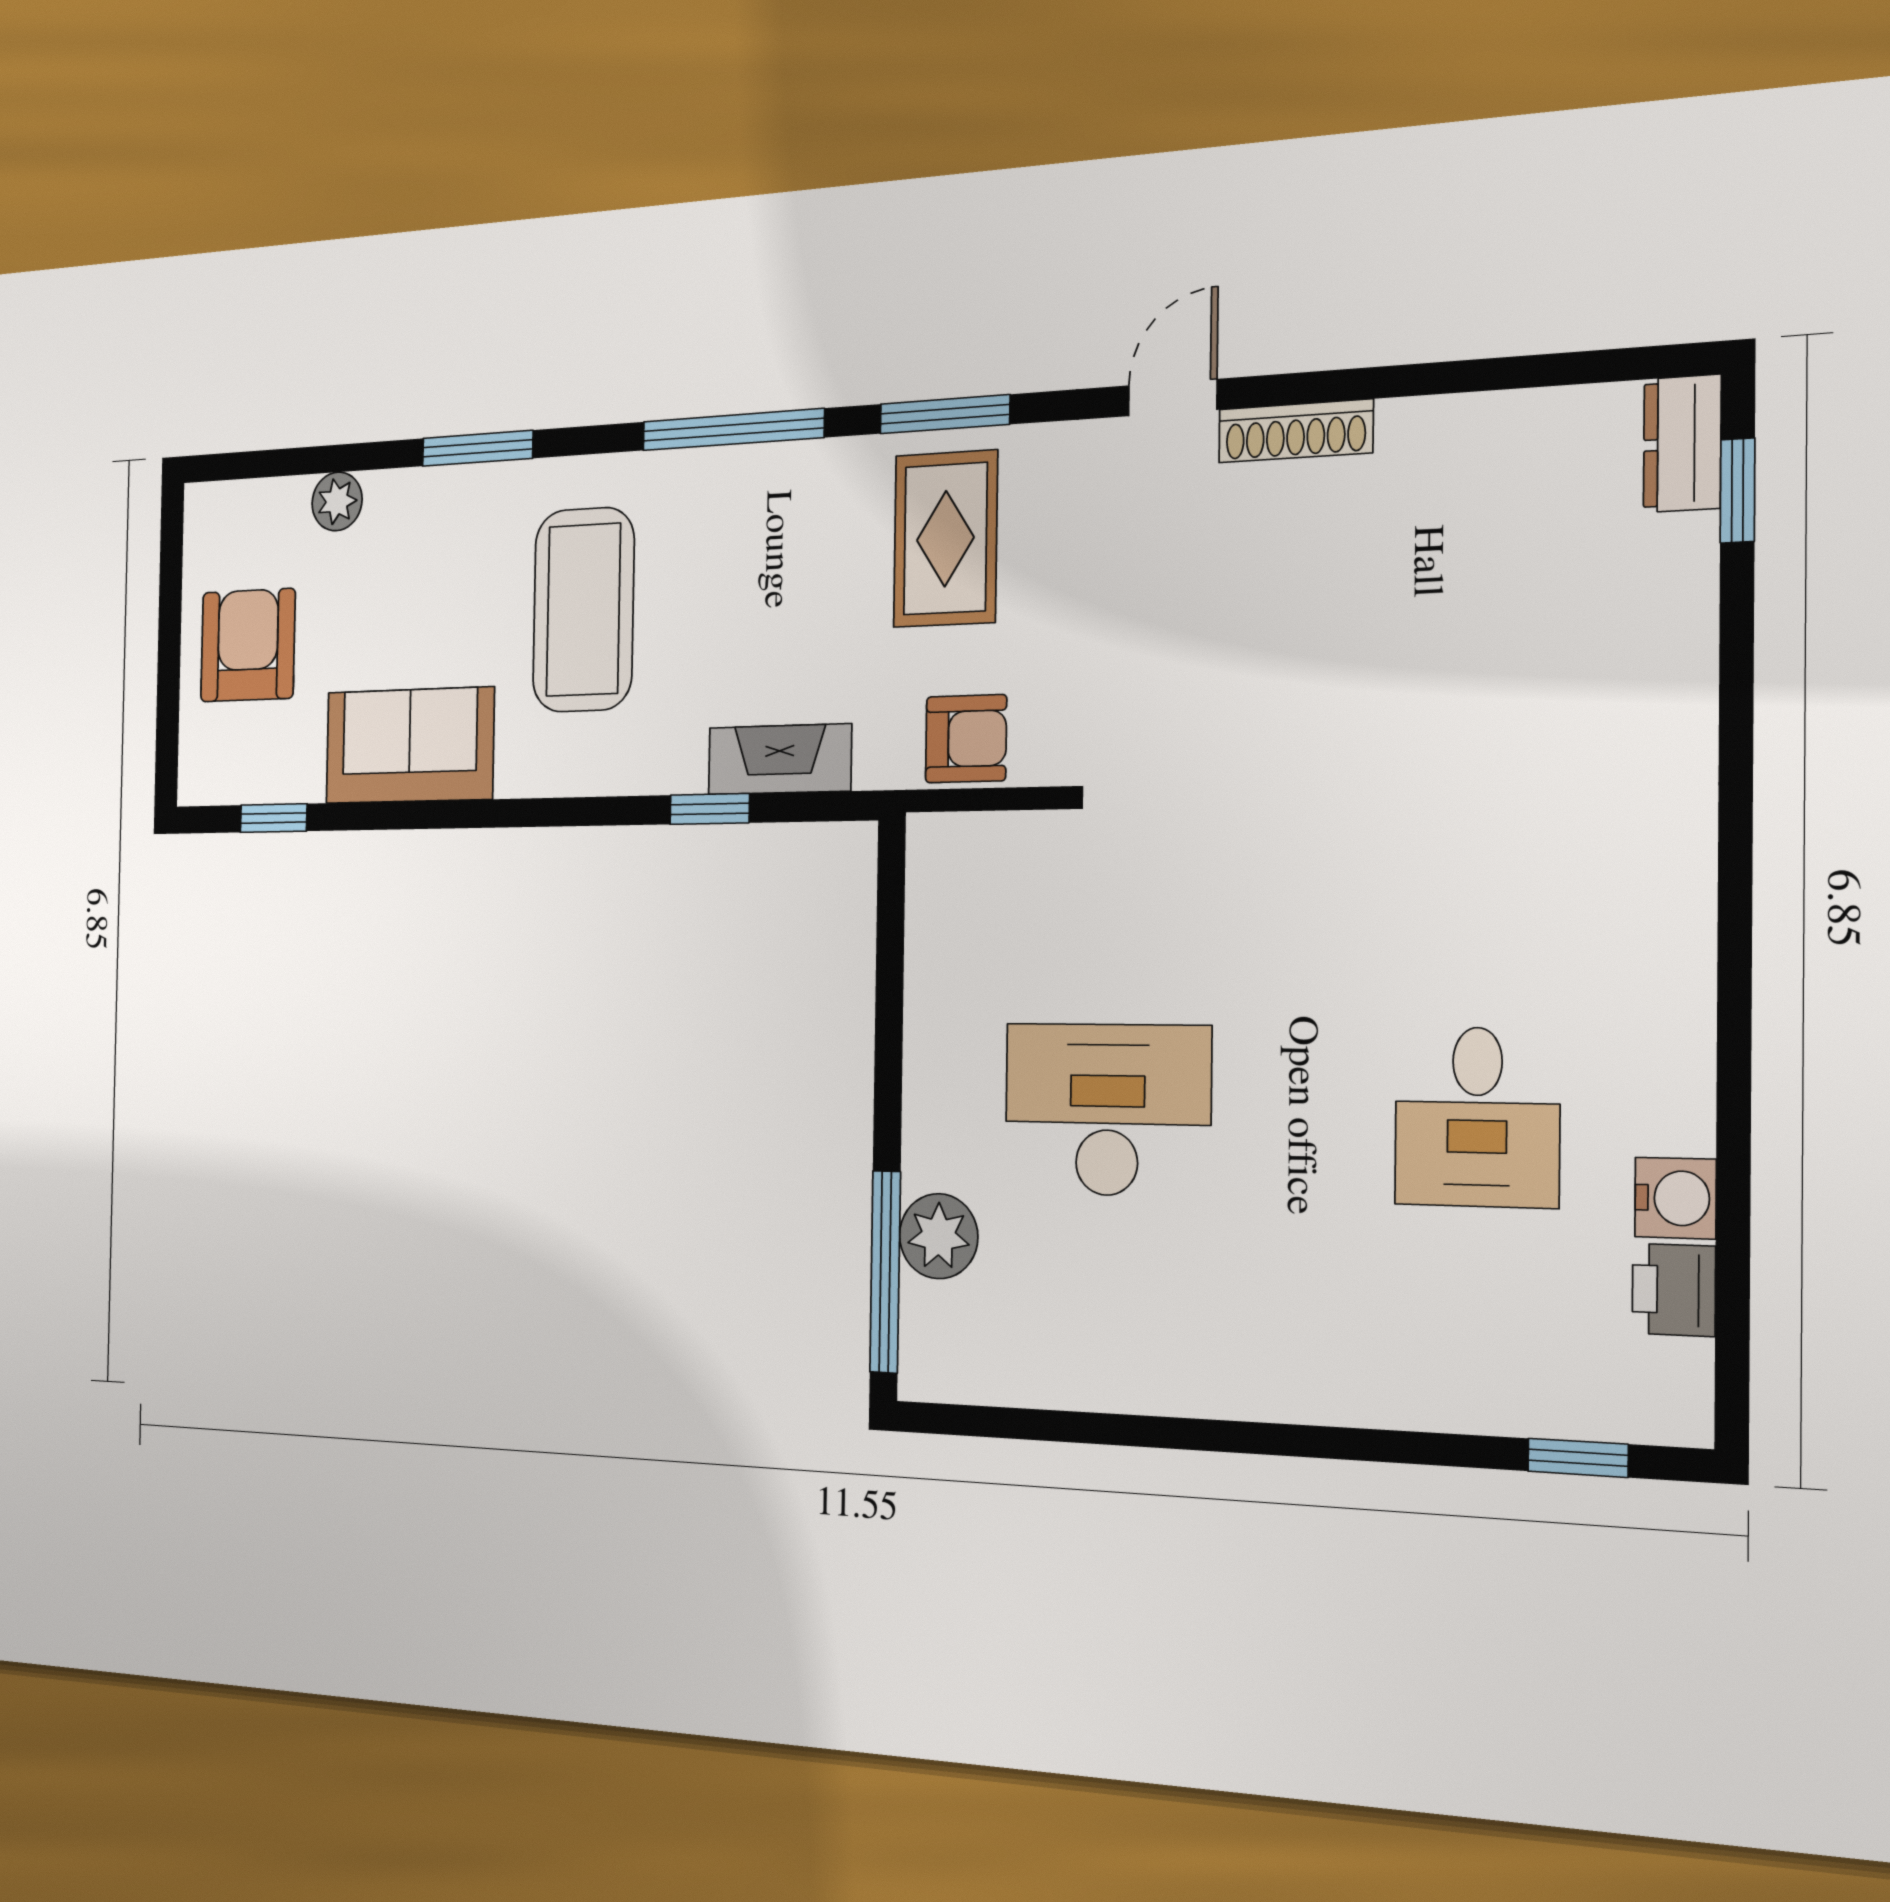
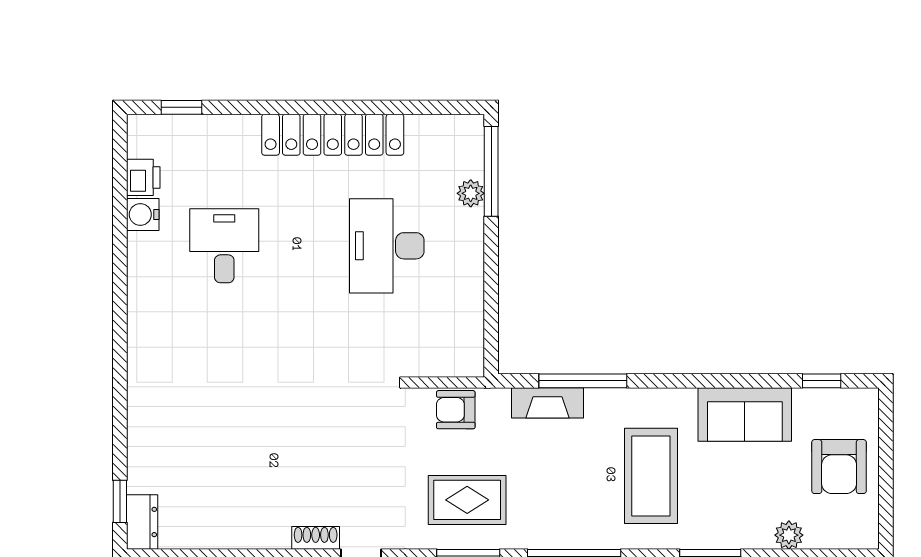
shoe rack: (1296, 431) -> (316, 538), width x0.70
rug: (945, 539) -> (467, 500), turned 90
window: (710, 809) -> (583, 381), width x2.17
desk: (1107, 1110) -> (387, 246), turned 90
plant: (939, 1236) -> (471, 193), width x0.73, depth x0.73
locker: (1224, 1372) -> (333, 135), added

